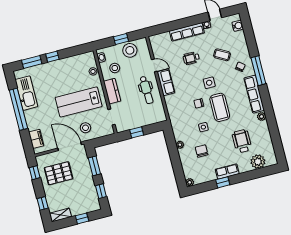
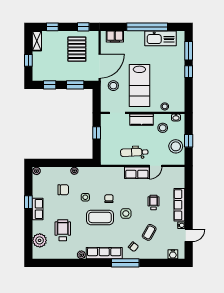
lab bench: (79, 102) -> (139, 85), turned 180
wheelchair: (242, 141) -> (63, 230), turned -90

